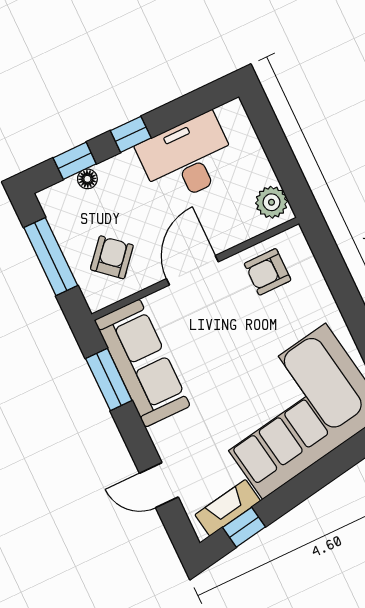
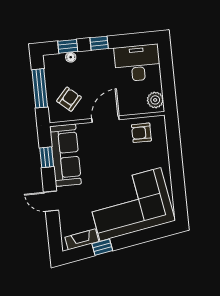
desk: (187, 158) -> (137, 63), moved
window: (109, 379) -> (47, 157), width x0.67
door: (159, 485) -> (51, 201), moved
window: (244, 527) -> (102, 247), moved

